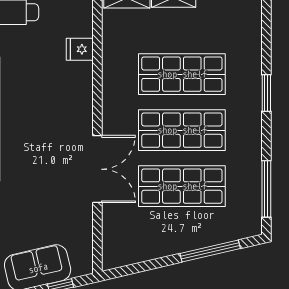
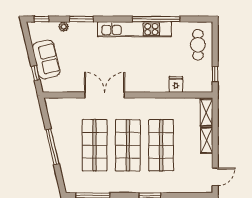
double door: (97, 169) -> (105, 95), swing flipped
window: (210, 251) -> (52, 147), moved

